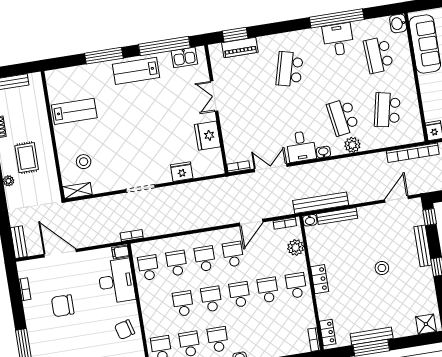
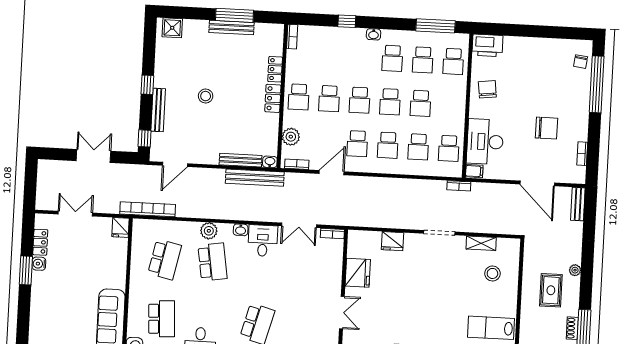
shelving: (77, 191) -> (481, 243), moved
chair: (125, 330) -> (487, 89), turned -82
locker: (328, 333) -> (275, 69), moved

